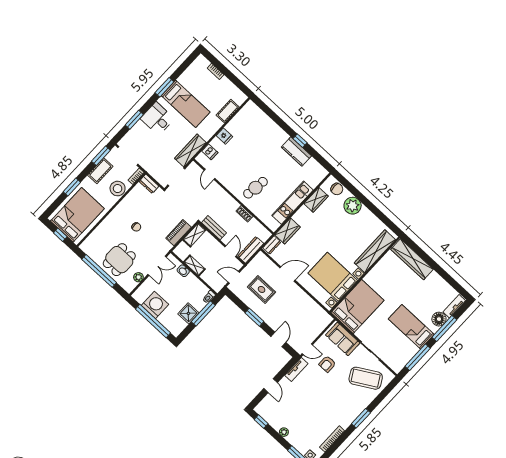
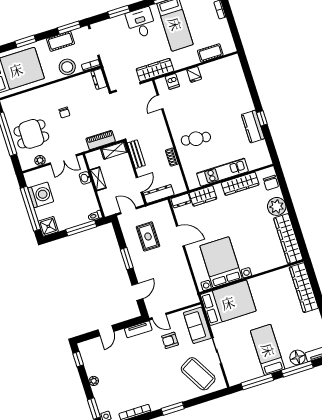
wardrobe: (316, 200) -> (240, 184), width x1.50
wardrobe: (375, 251) -> (288, 239), moved, turned -90
shower: (188, 313) -> (48, 226), moved

